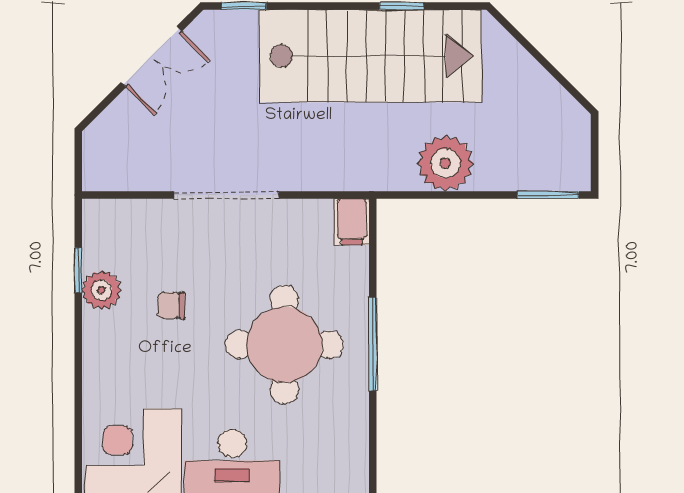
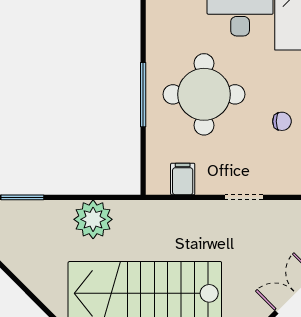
doorway: (227, 195) -> (244, 197), width x0.53
filing cabinet: (352, 222) -> (183, 179), moved

